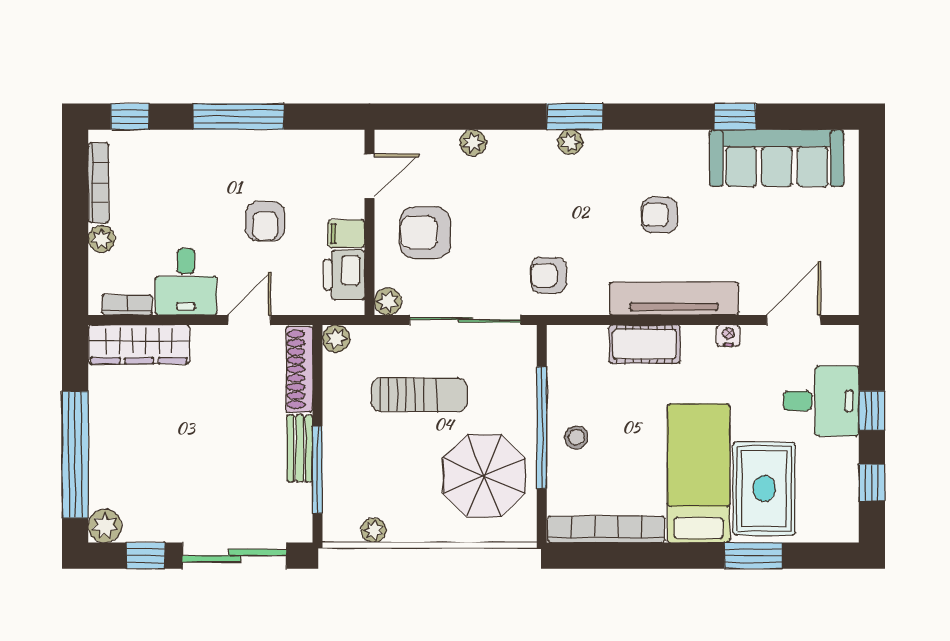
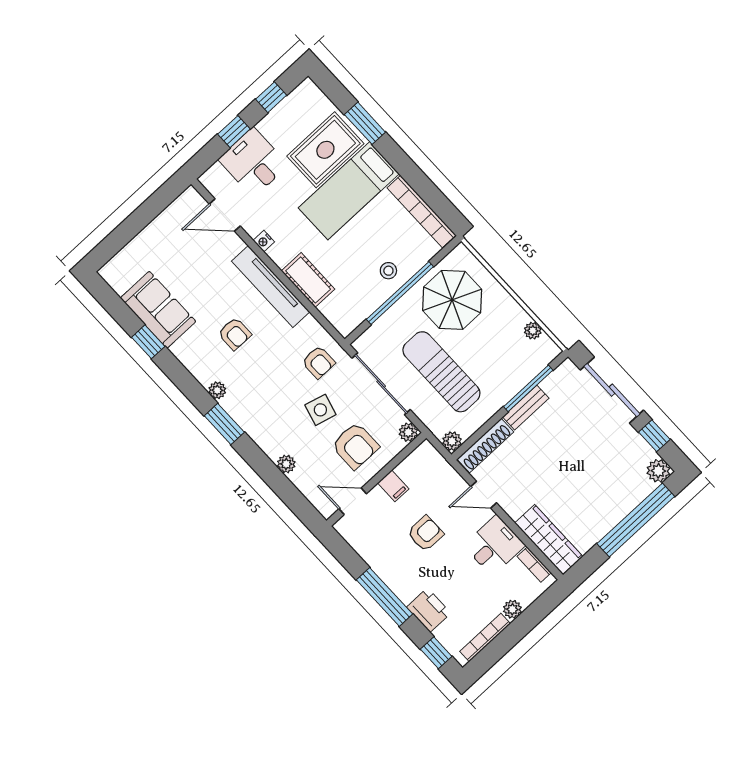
plant: (570, 142) -> (217, 390), moved
sofa: (777, 158) -> (158, 310), width x0.73
side table: (497, 231) -> (320, 410), added
printer: (344, 275) -> (429, 610), moved, turned -90
sun lounger: (419, 395) -> (441, 372), width x1.36, depth x1.34

